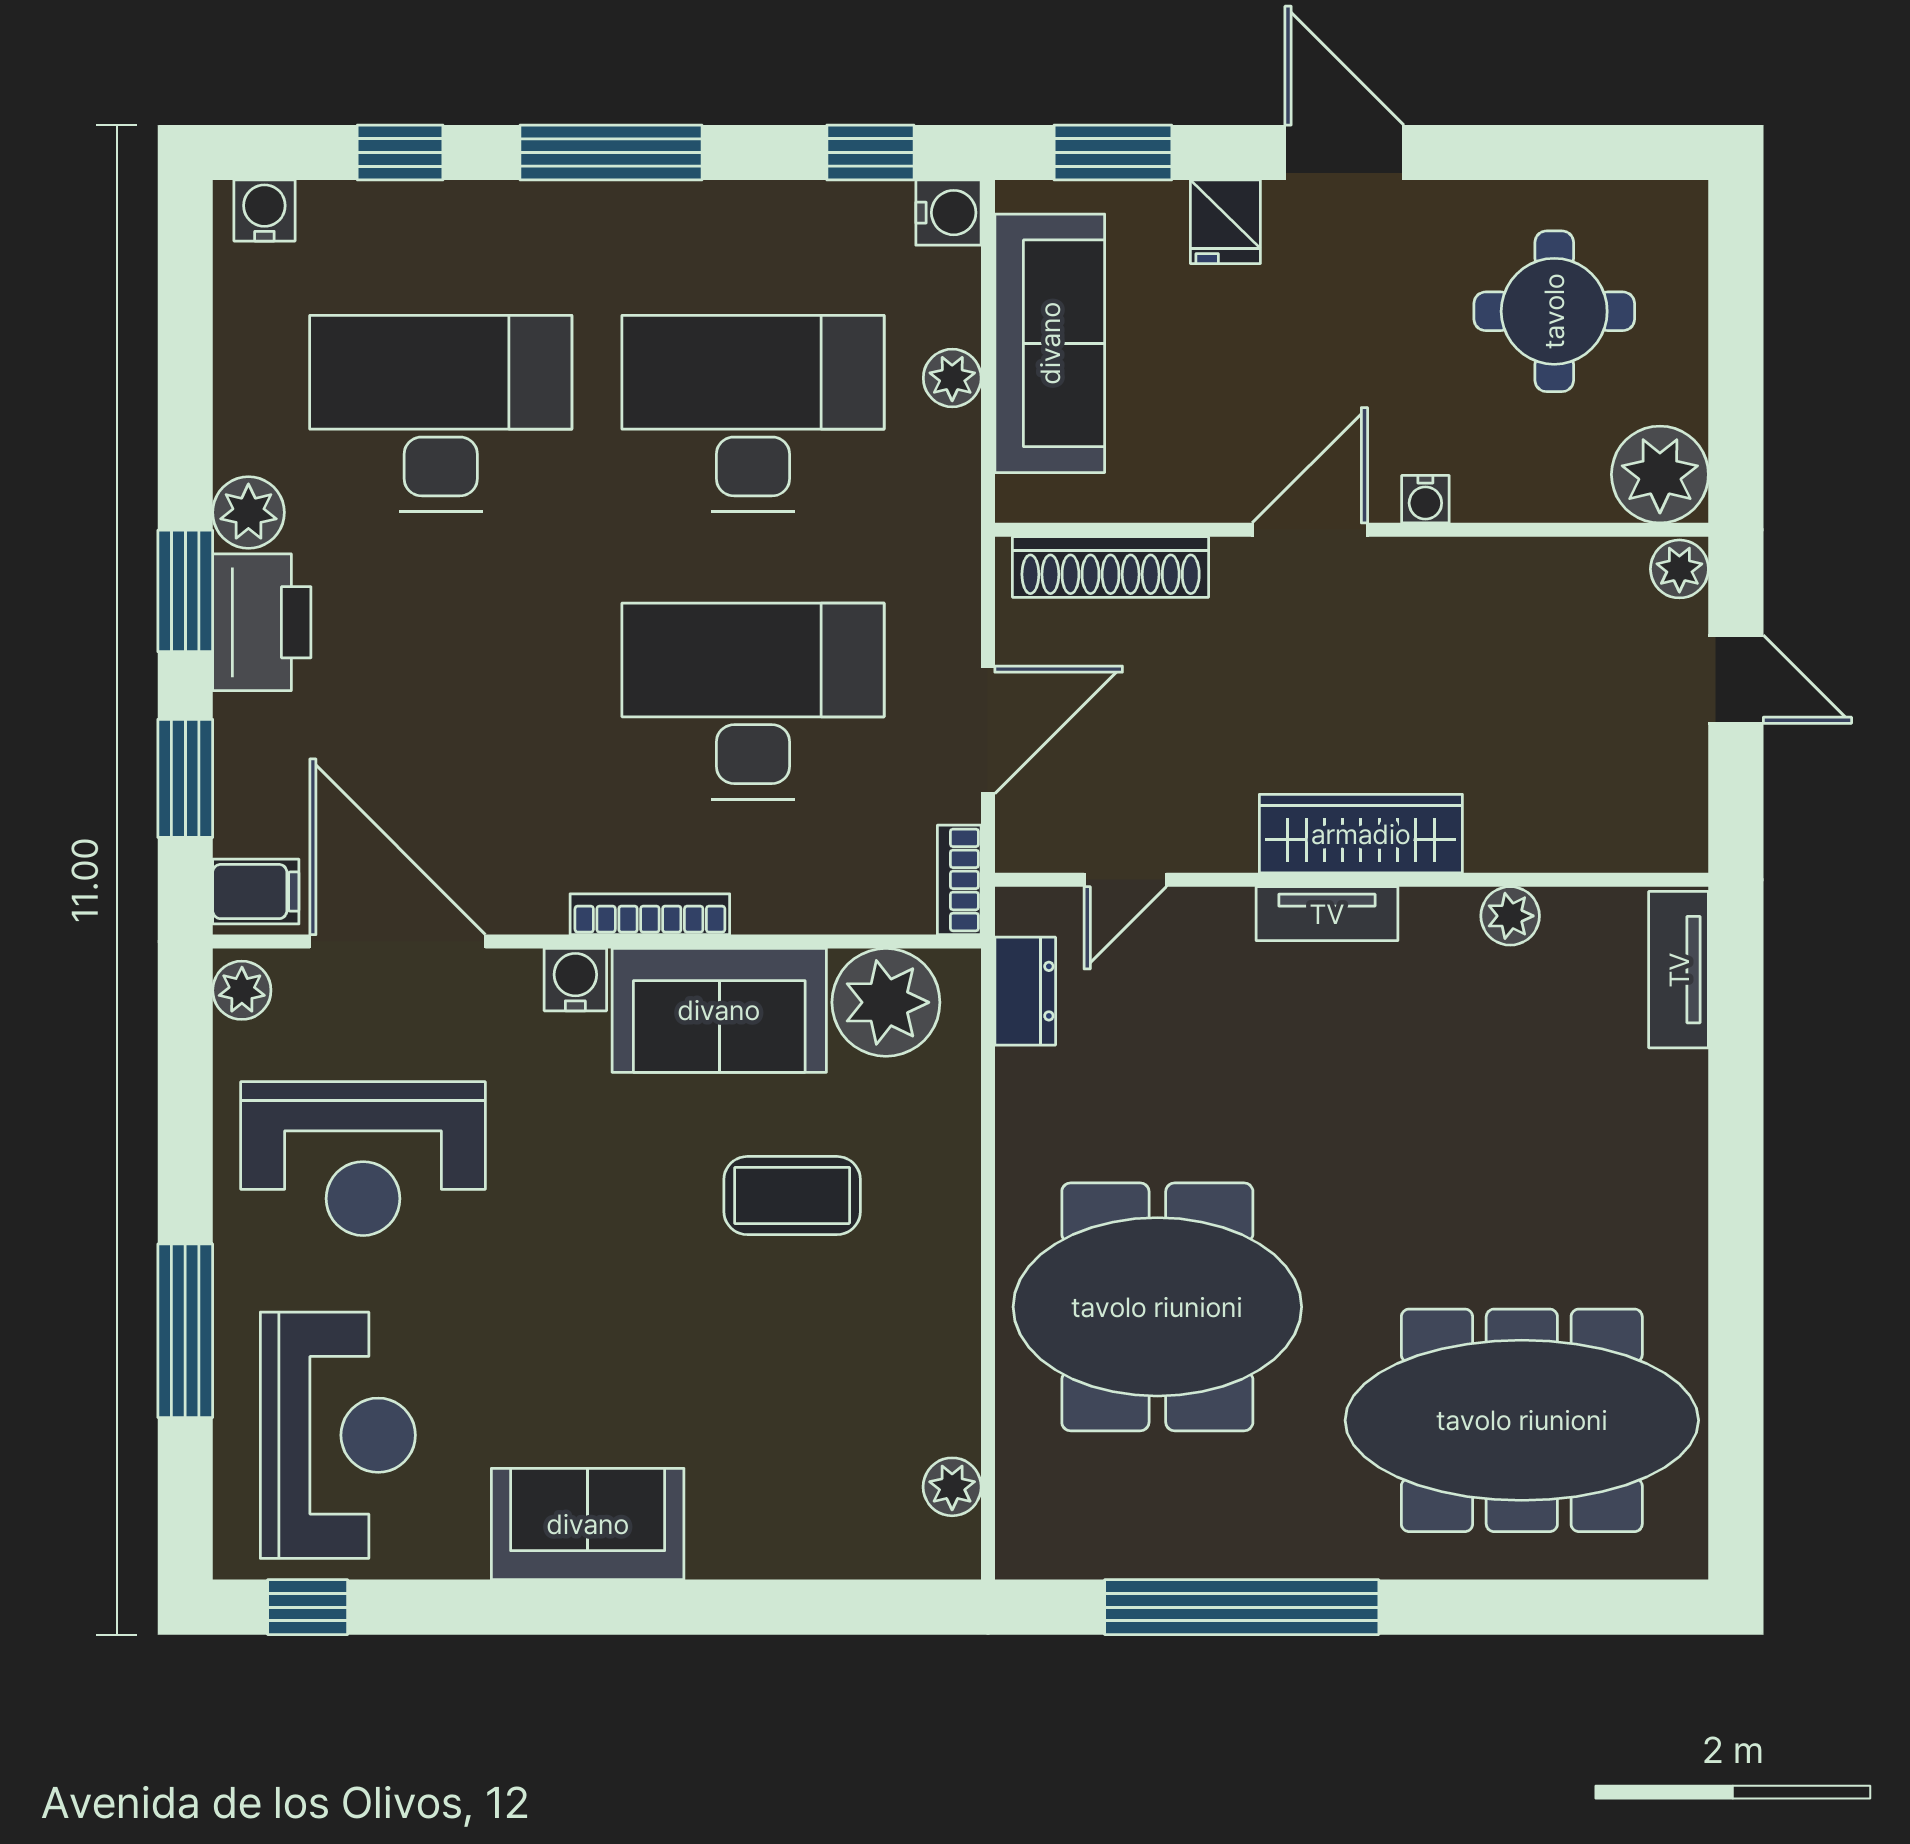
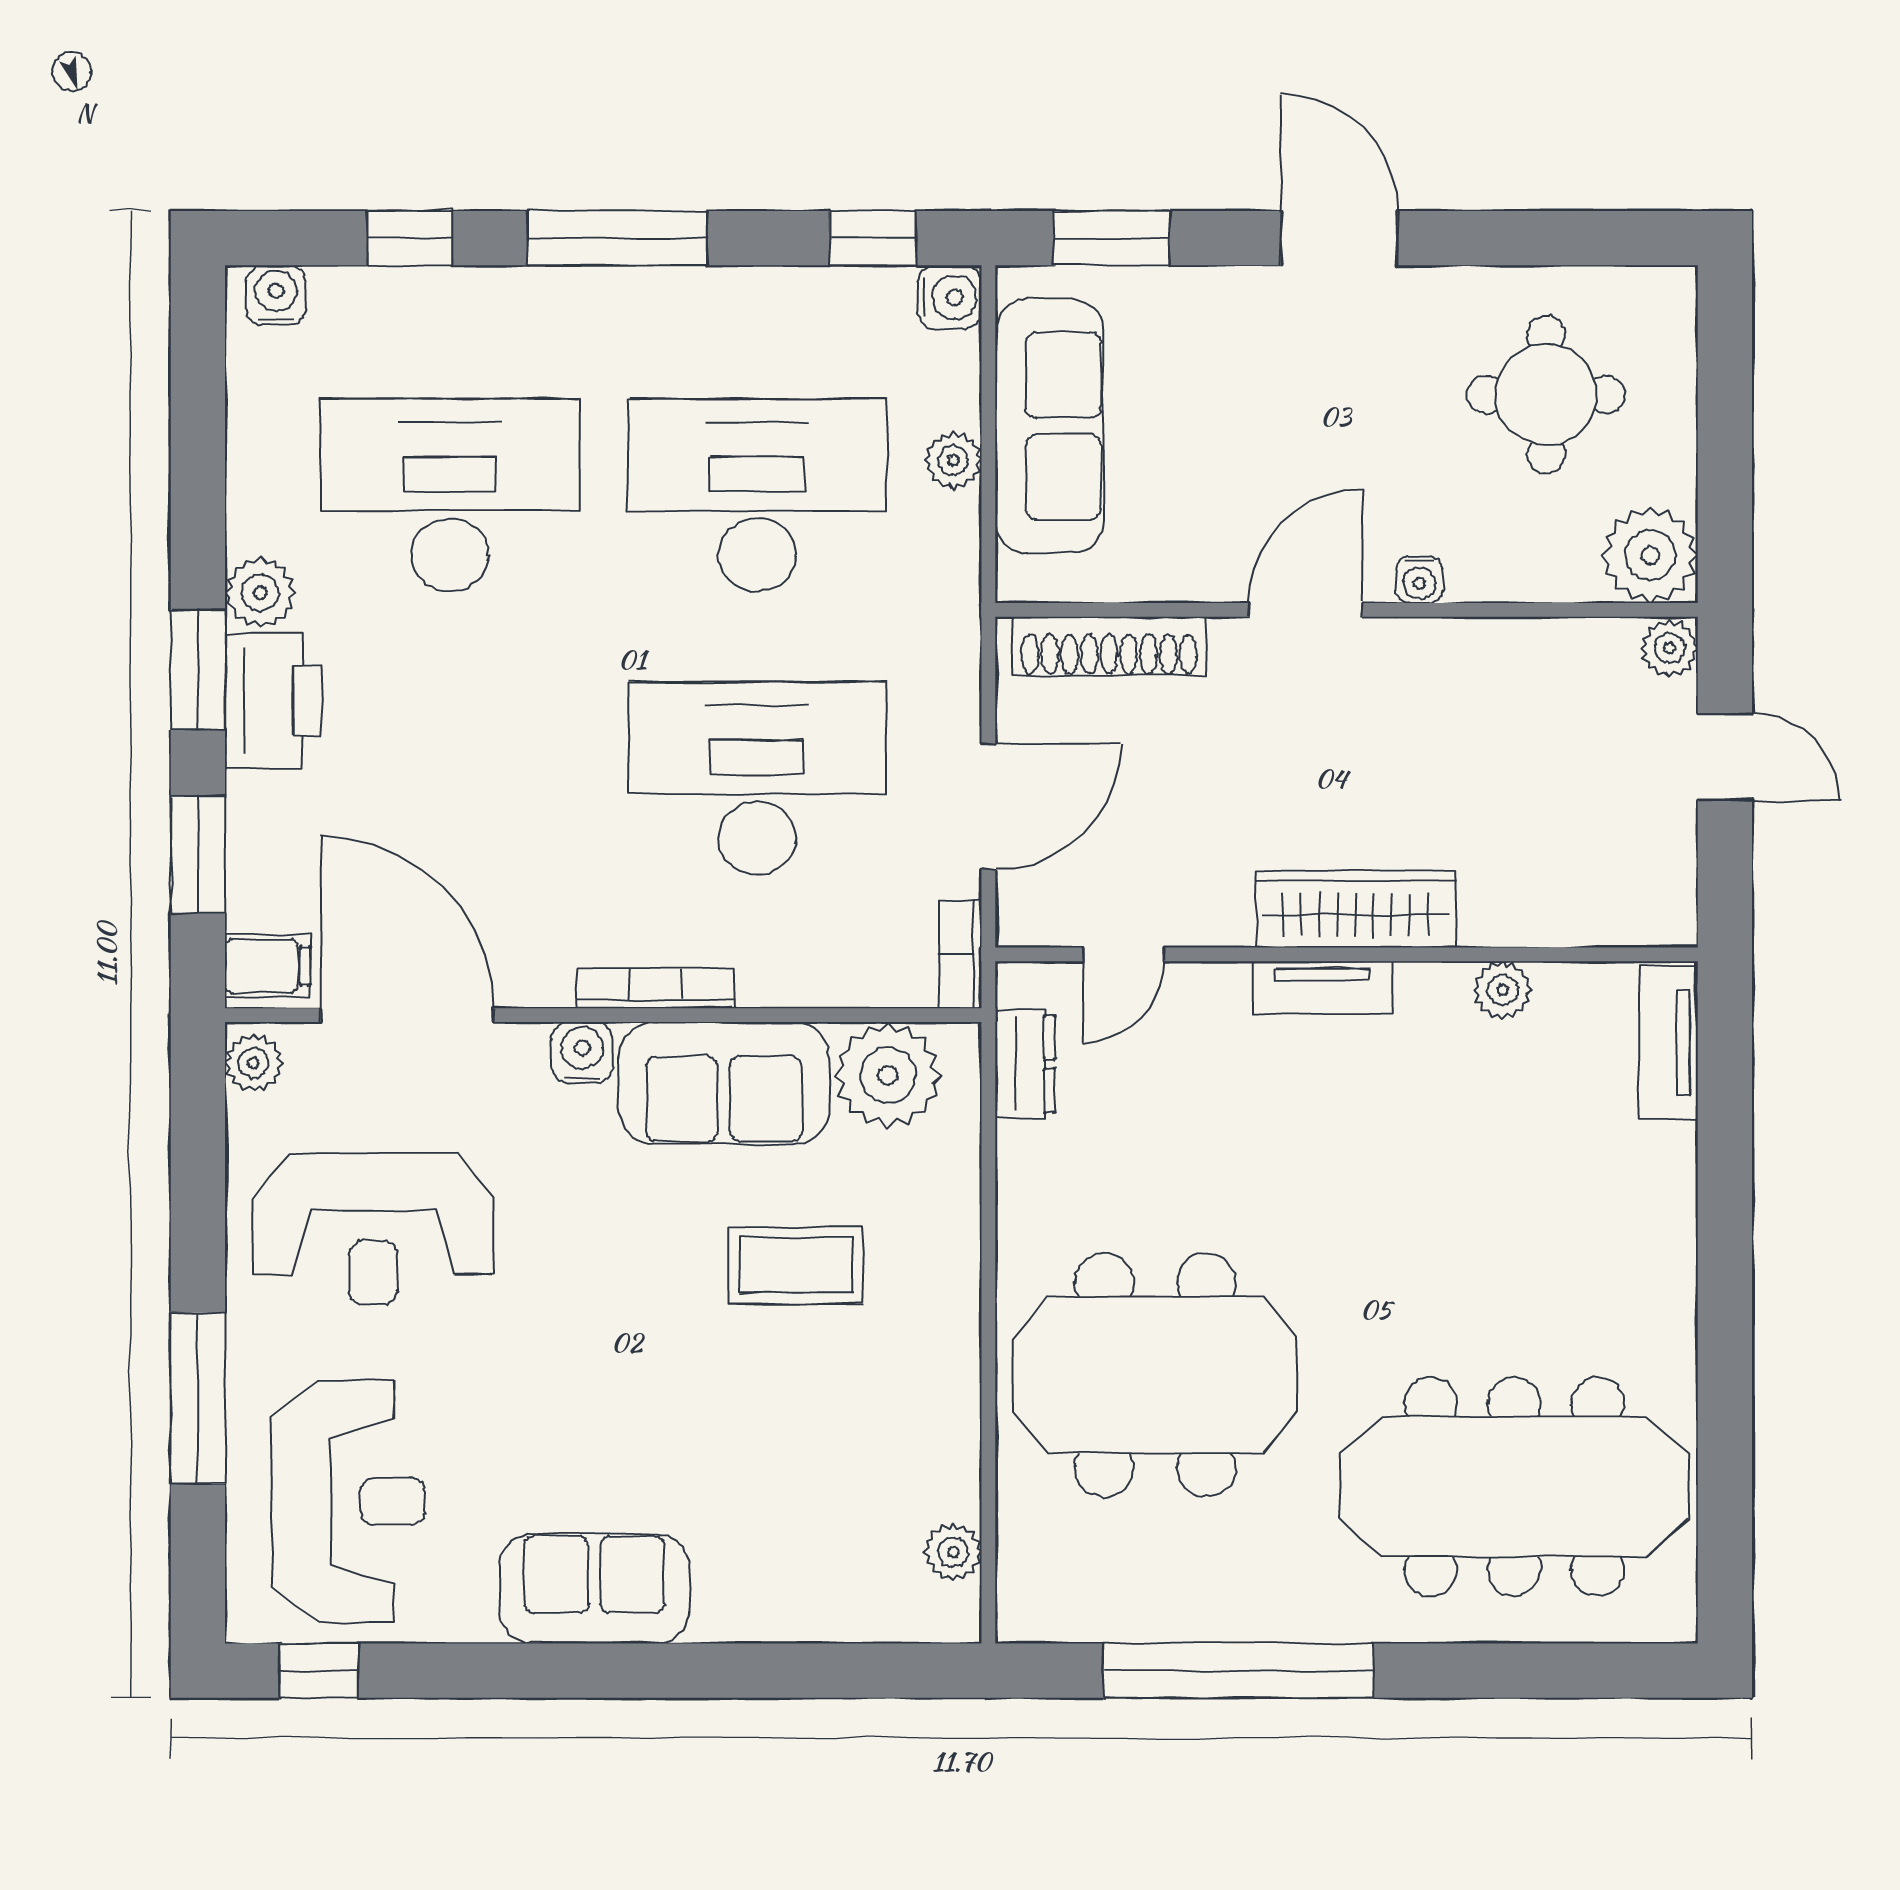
fridge: (1225, 222) -> (1222, 306), removed

